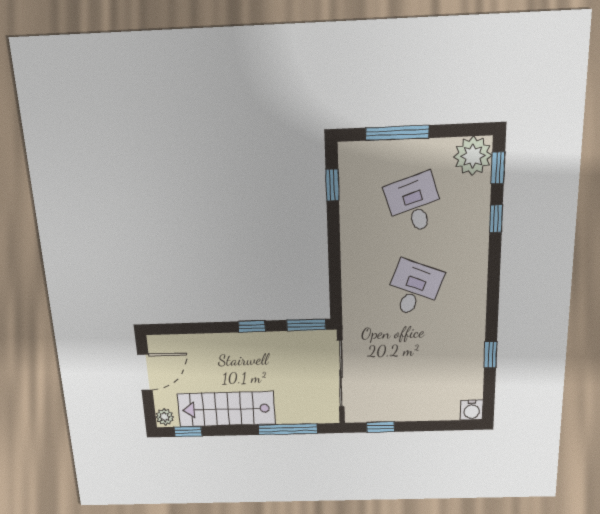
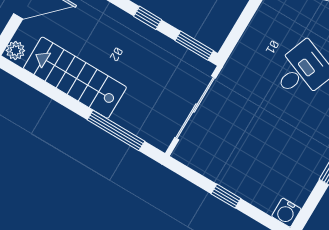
window: (380, 427) -> (226, 196), moved
window: (188, 432) -> (26, 77), removed

